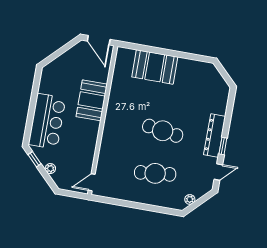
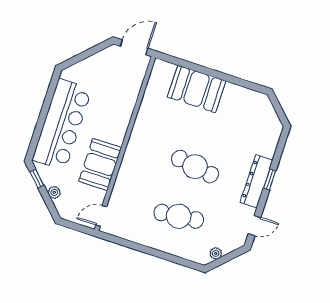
door: (99, 40) -> (134, 47), swing flipped
booth: (92, 100) -> (100, 164), moved
bar counter: (47, 121) -> (62, 124), width x1.36
window: (223, 146) -> (270, 179), moved

